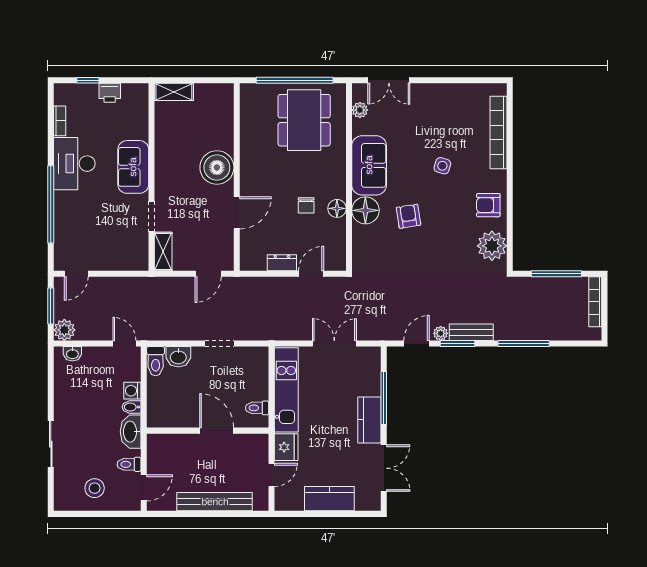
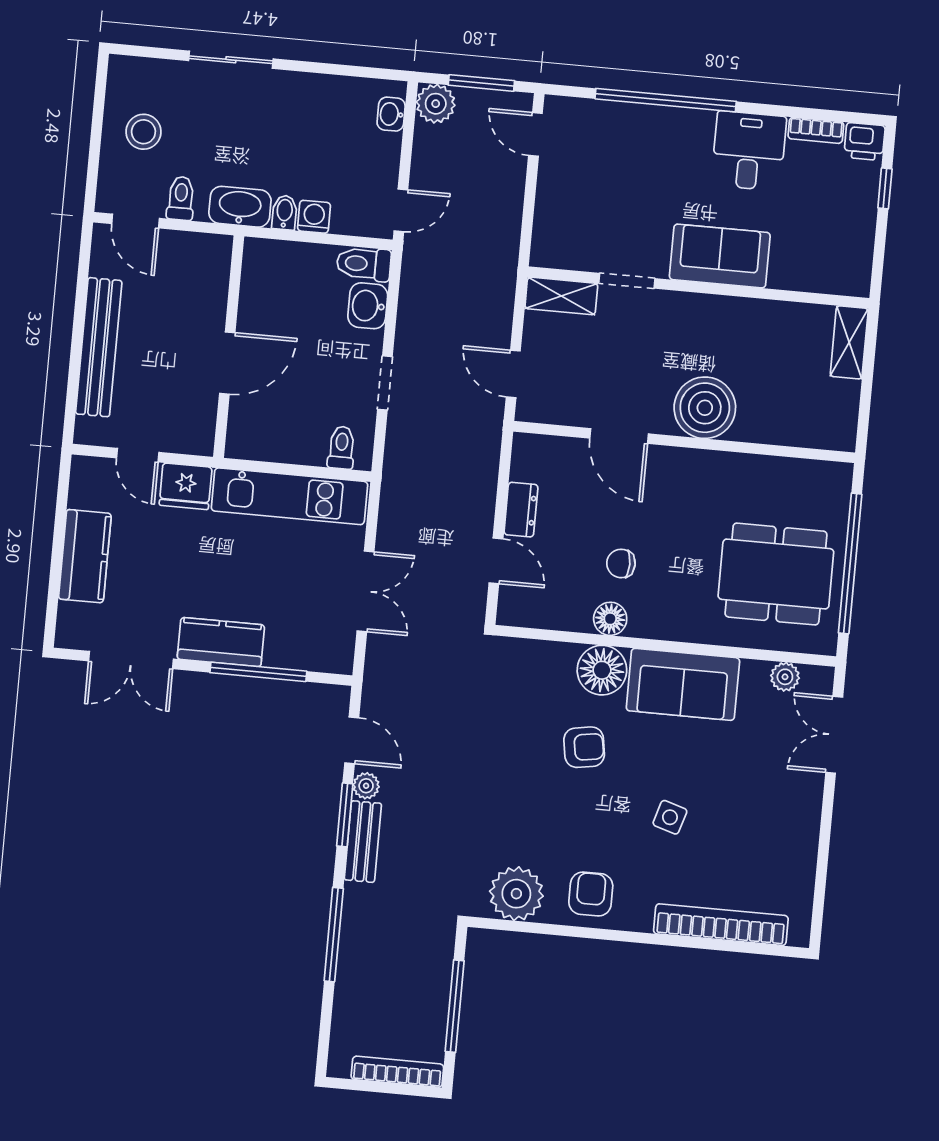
printer: (110, 93) -> (864, 142), moved, turned -90
desk: (74, 164) -> (749, 151), width x0.73
toilet: (257, 408) -> (341, 448), moved

